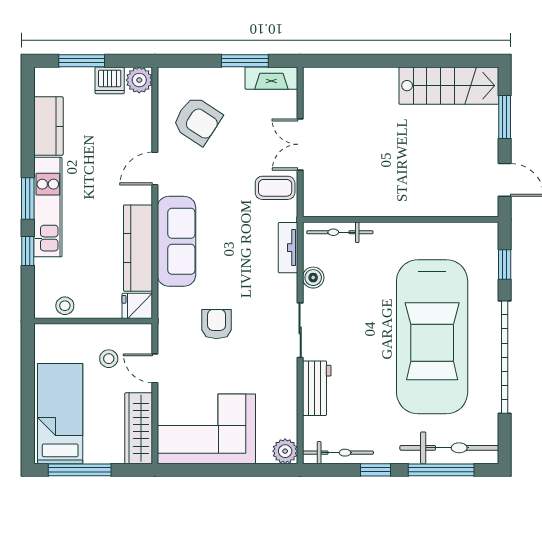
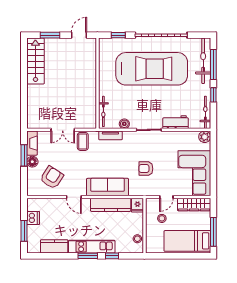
floor lamp: (231, 79) -> (32, 162), added
plant: (139, 80) -> (33, 204), removed

